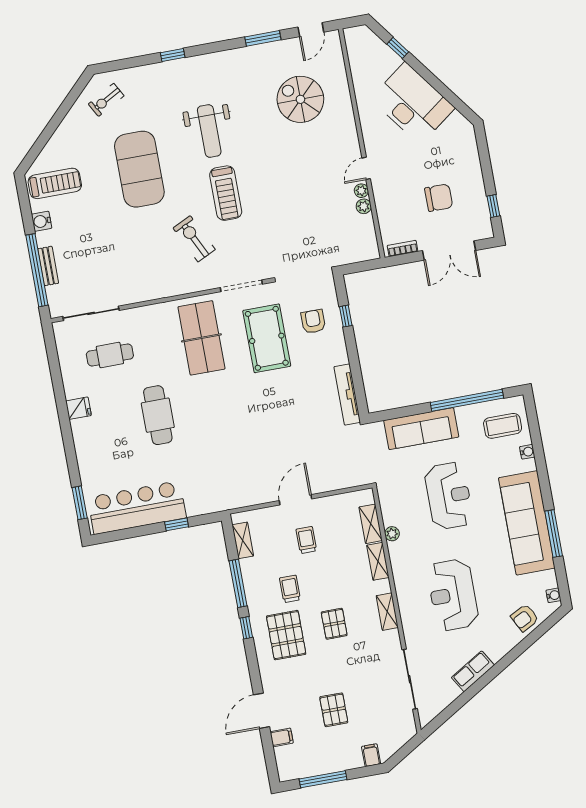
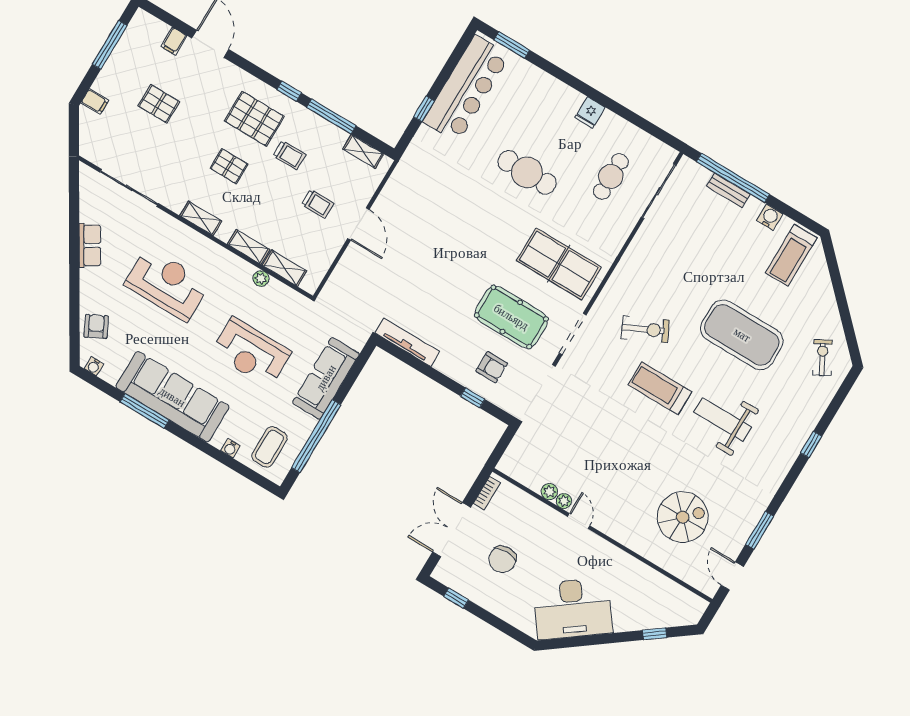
desk: (413, 103) -> (573, 609), moved

